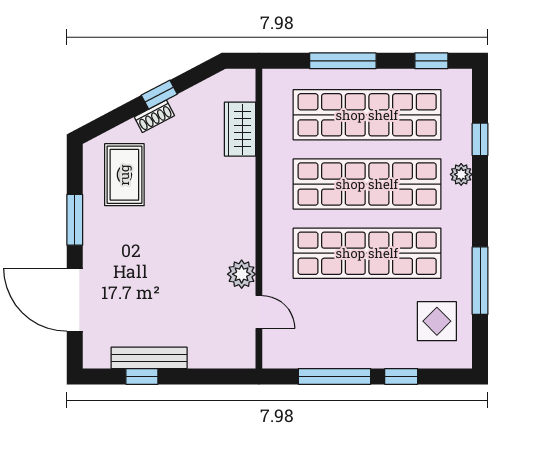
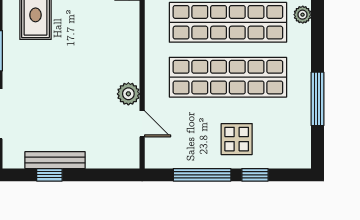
display table: (437, 321) -> (237, 139), moved

